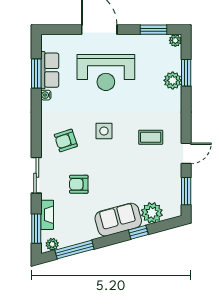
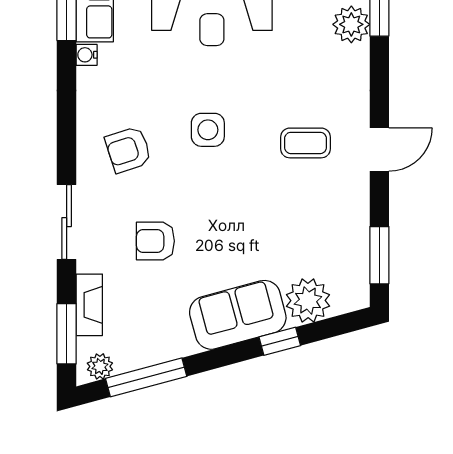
door: (186, 153) -> (379, 150), moved

